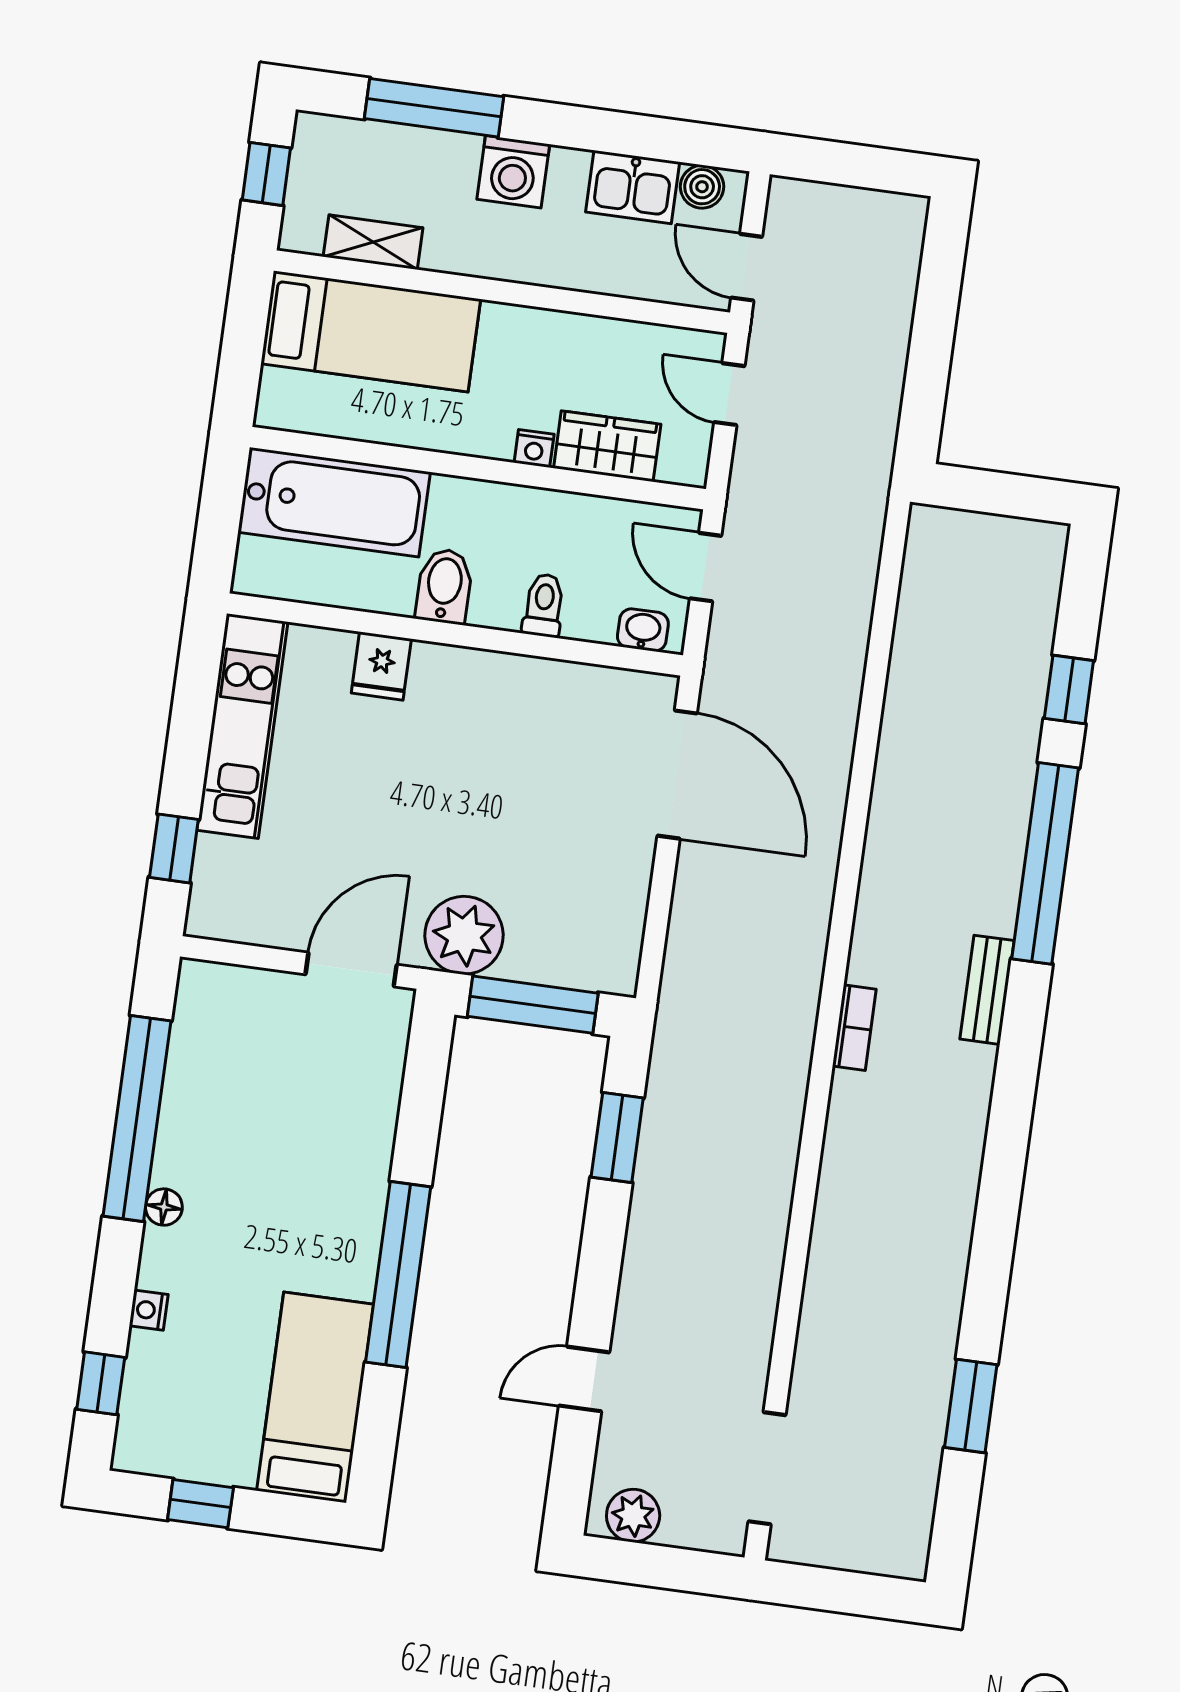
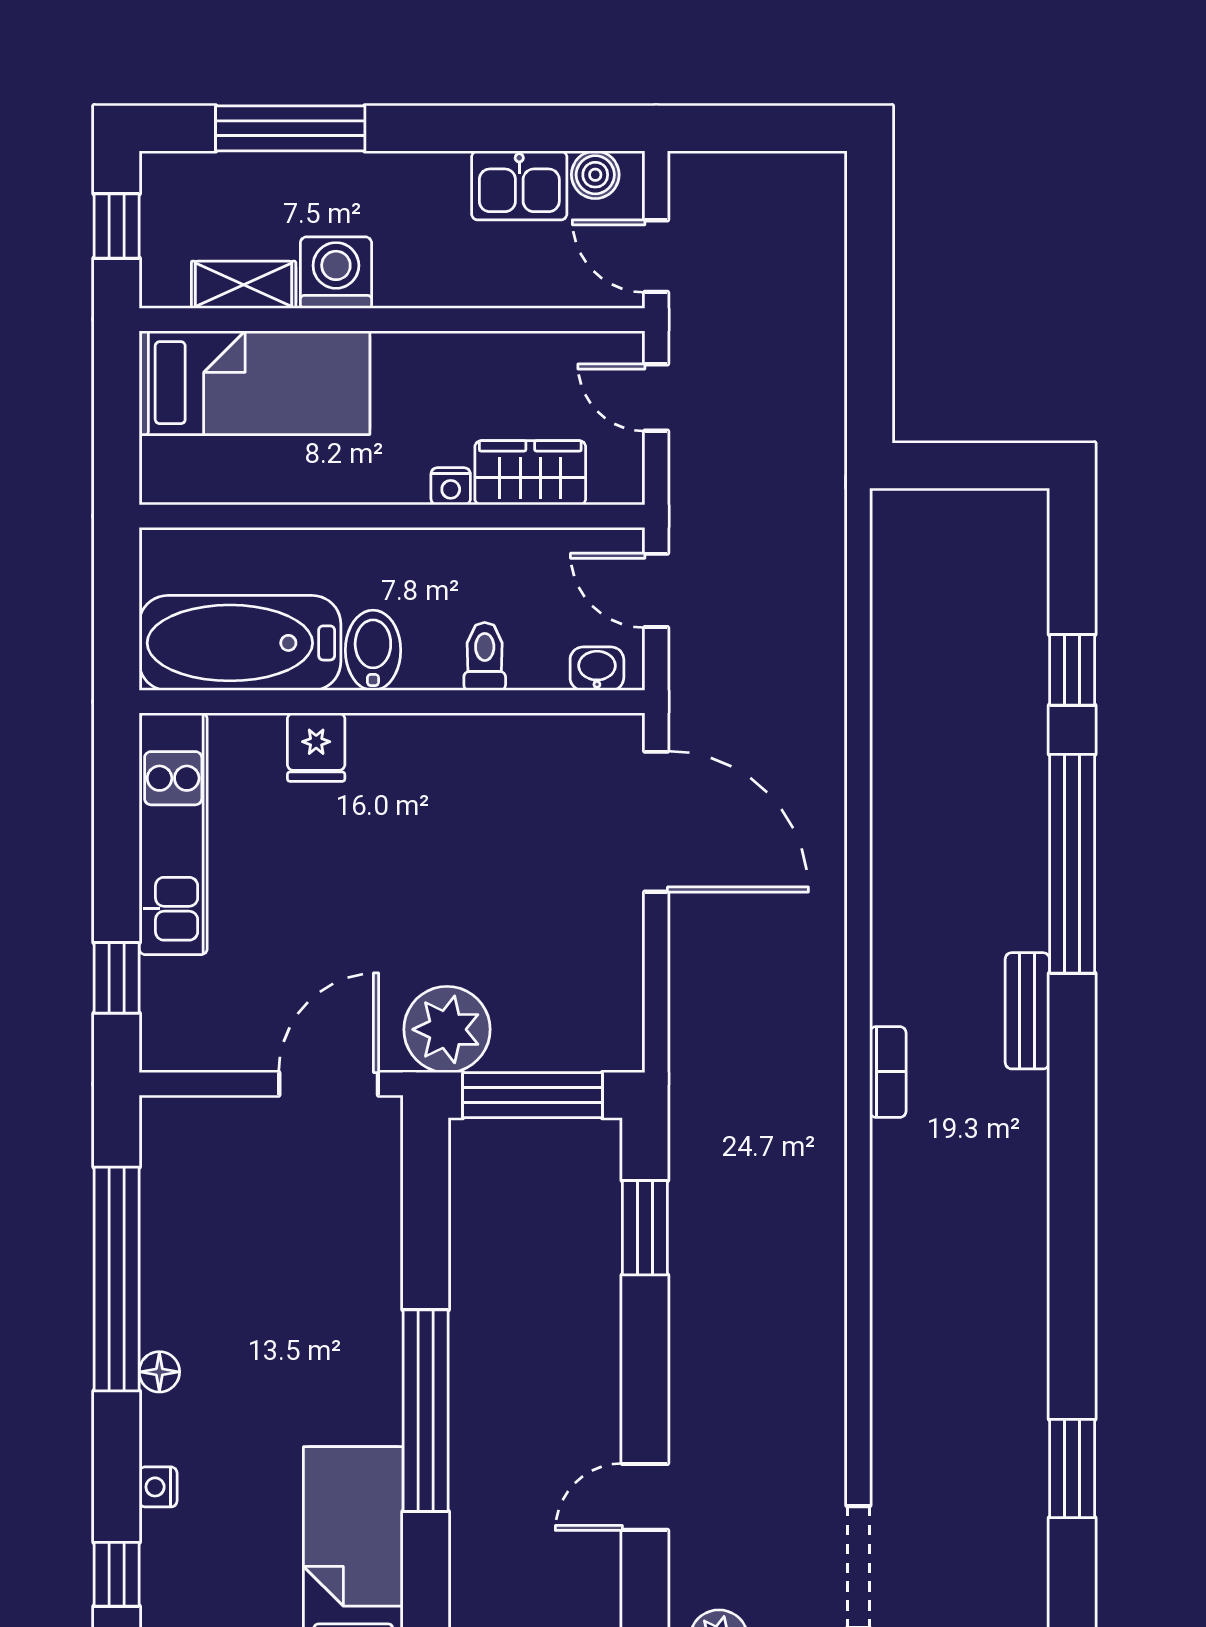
washing machine: (513, 172) -> (336, 273), moved, turned 180
bathtub: (334, 502) -> (240, 643), moved, turned 180

